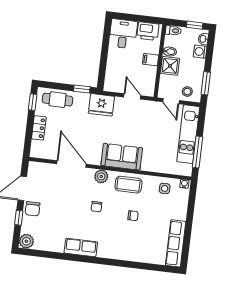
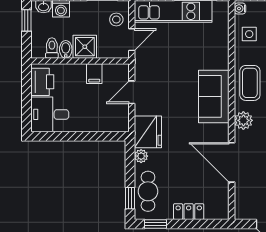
toilet: (173, 31) -> (52, 48), moved
filing cabinet: (151, 60) -> (94, 74), moved
window: (82, 89) -> (130, 198), moved
plant: (84, 98) -> (141, 156), added
door: (71, 164) -> (232, 162), hinge flipped

